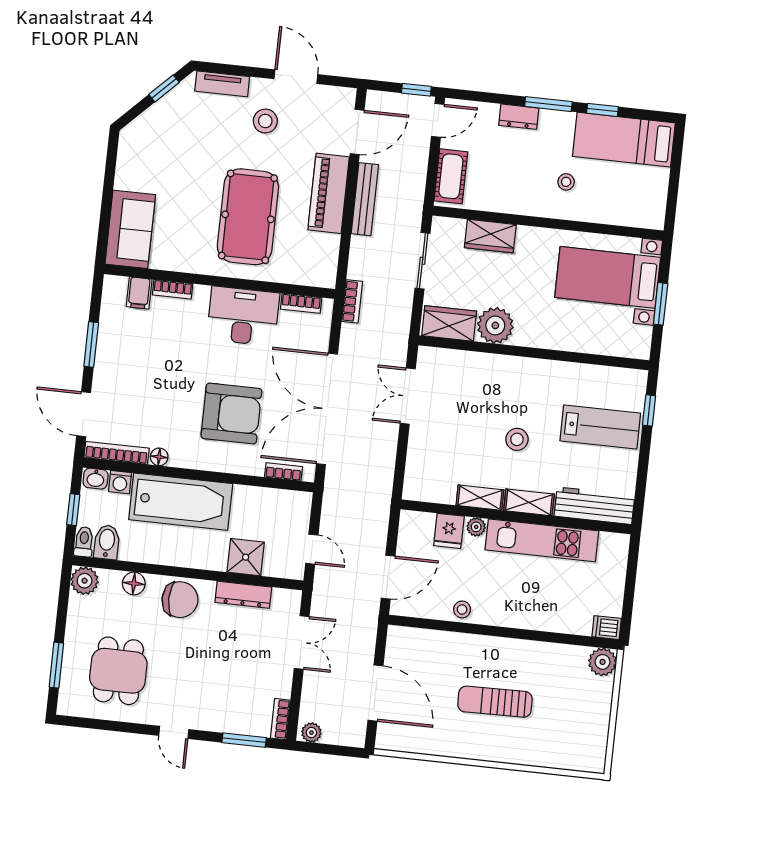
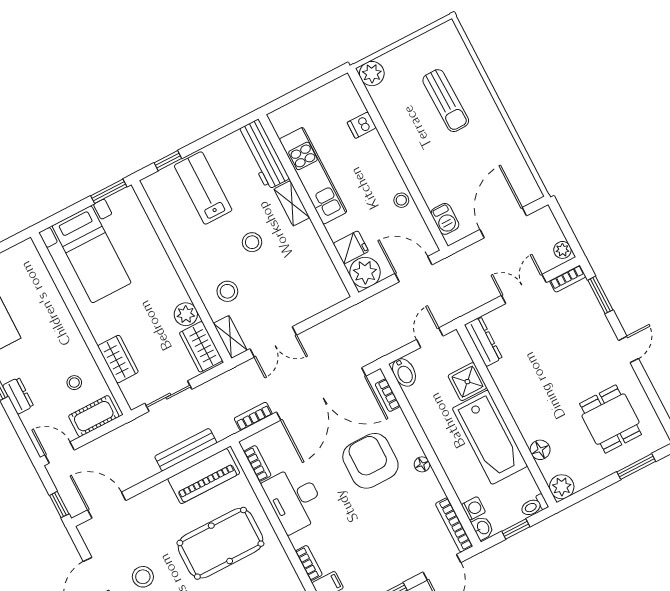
window: (416, 90) -> (59, 505), moved
stool: (566, 182) -> (74, 383), moved
piano: (329, 193) -> (204, 476), moved
bench: (365, 199) -> (186, 450), moved
bookcase: (352, 301) -> (253, 416), moved
window: (661, 304) -> (109, 191), moved
plant: (495, 325) -> (186, 314), width x0.73, depth x0.73
stool: (486, 384) -> (227, 291), added
floor lamp: (159, 457) -> (422, 464), moved
shelving: (480, 498) -> (230, 337), moved
bathtub: (181, 502) -> (490, 437), moved, turned 180
plant: (476, 527) -> (365, 272), moved, width x1.87, depth x1.87
bidet: (107, 542) -> (404, 372), moved, turned -90
dresser: (243, 595) -> (483, 342), moved
chair: (180, 600) -> (530, 409), removed
dishwasher: (607, 628) -> (362, 125), moved, turned 90
barbecue: (416, 639) -> (445, 219), added
double door: (302, 643) -> (524, 289), moved
dining table: (118, 671) -> (611, 419), turned 90
sun lounger: (495, 702) -> (446, 101), moved

